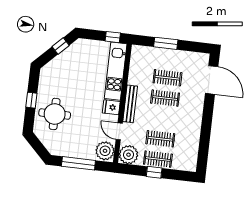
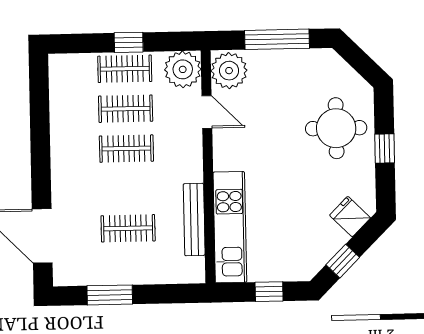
window: (113, 37) -> (269, 292), moved
window: (166, 43) -> (110, 295), moved
clothes rail: (165, 98) -> (126, 149), moved
bench: (130, 104) -> (194, 220), moved
fridge: (111, 107) -> (350, 217), moved, turned -135

